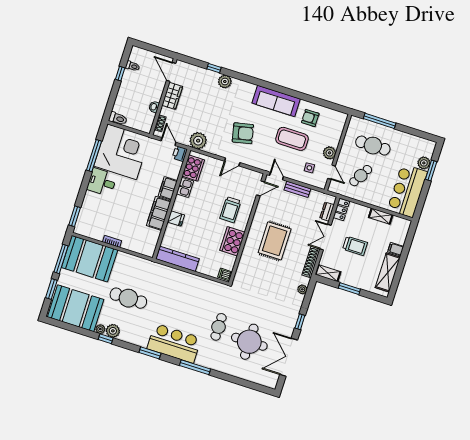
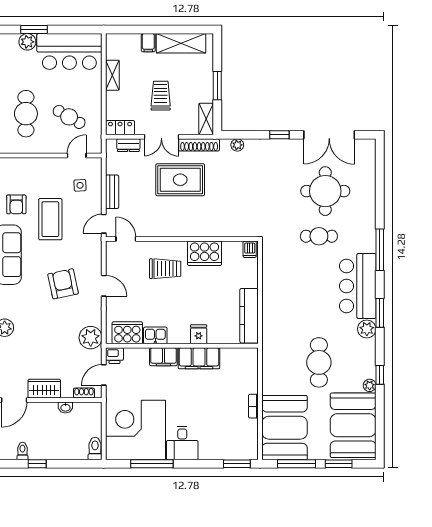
plant: (329, 153) -> (53, 166), removed
rug: (275, 241) -> (180, 180), moved
plant: (113, 331) -> (367, 329), moved

